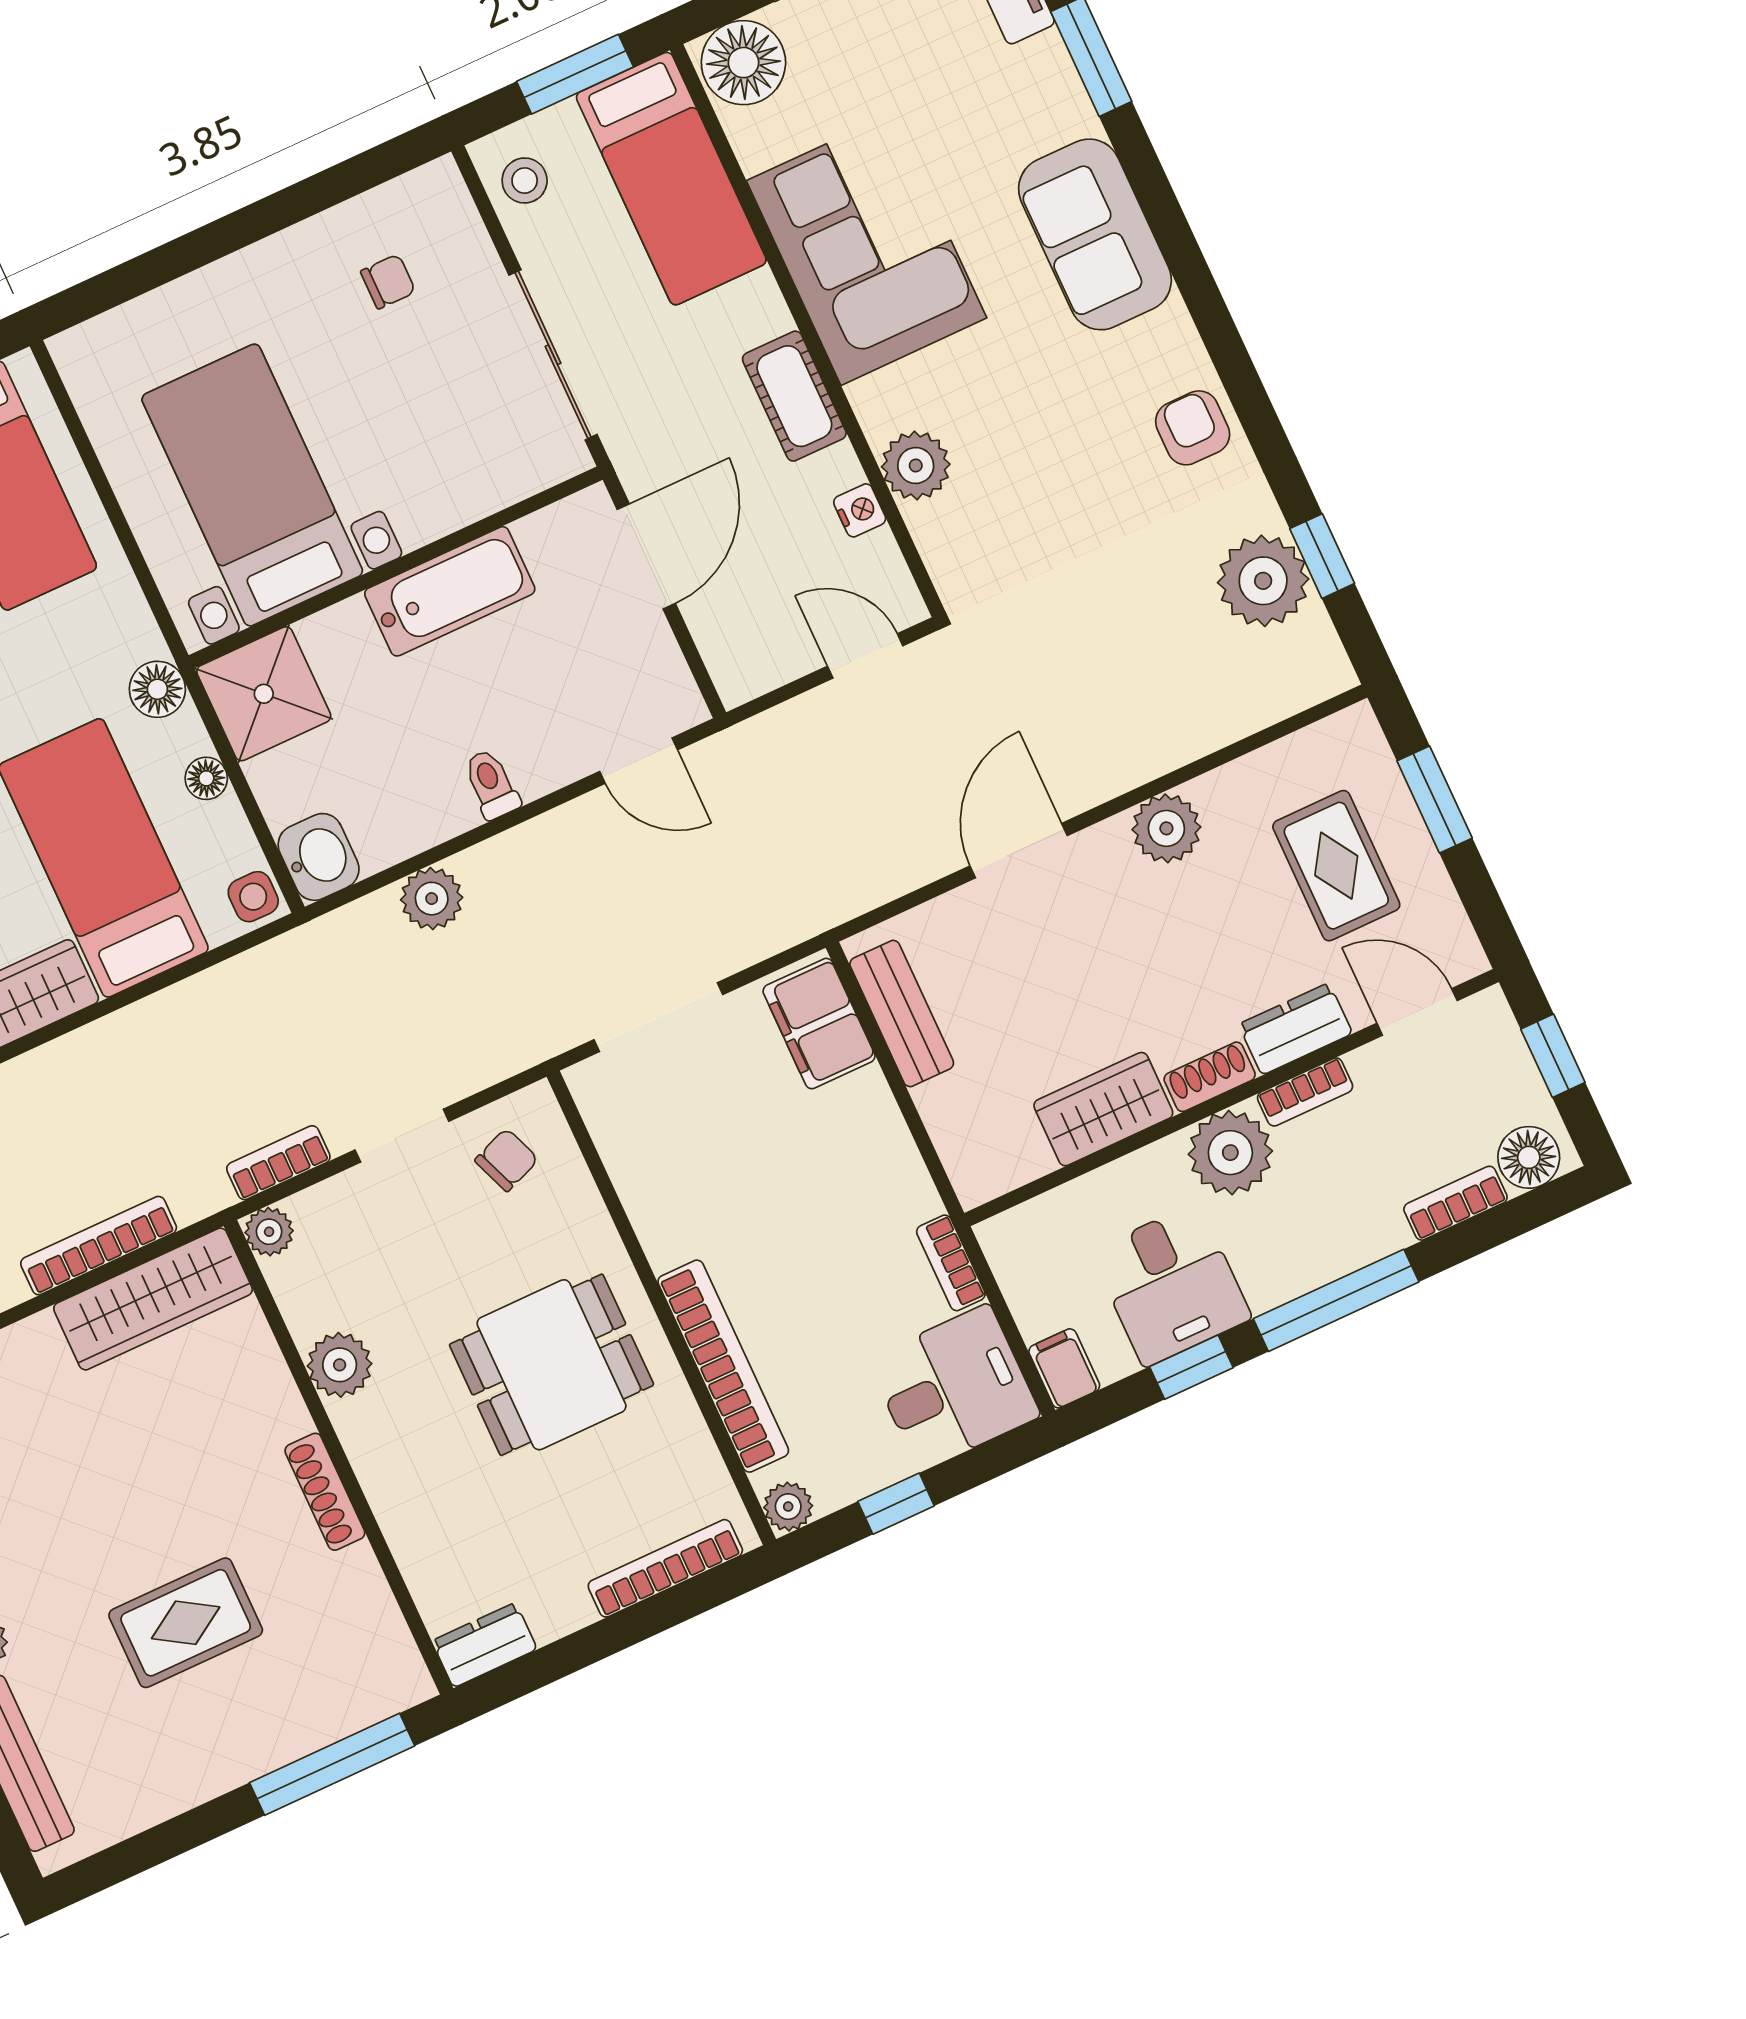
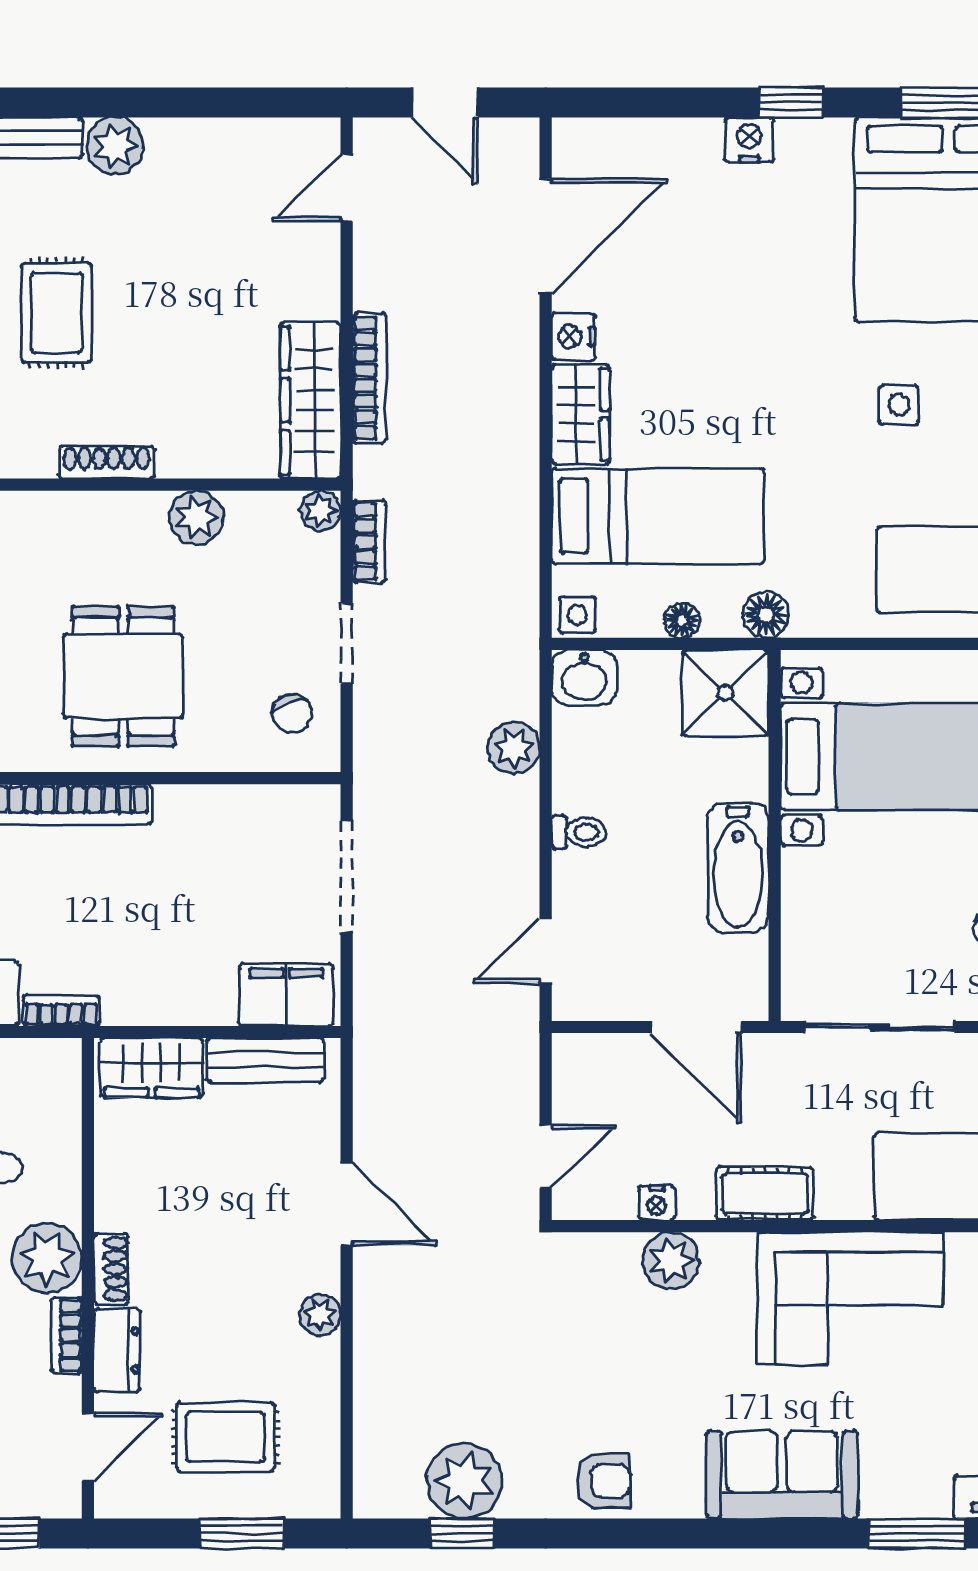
plant: (1166, 828) -> (320, 1315), width x0.73, depth x0.73
wardrobe: (1103, 1109) -> (152, 1068), moved, turned 90

